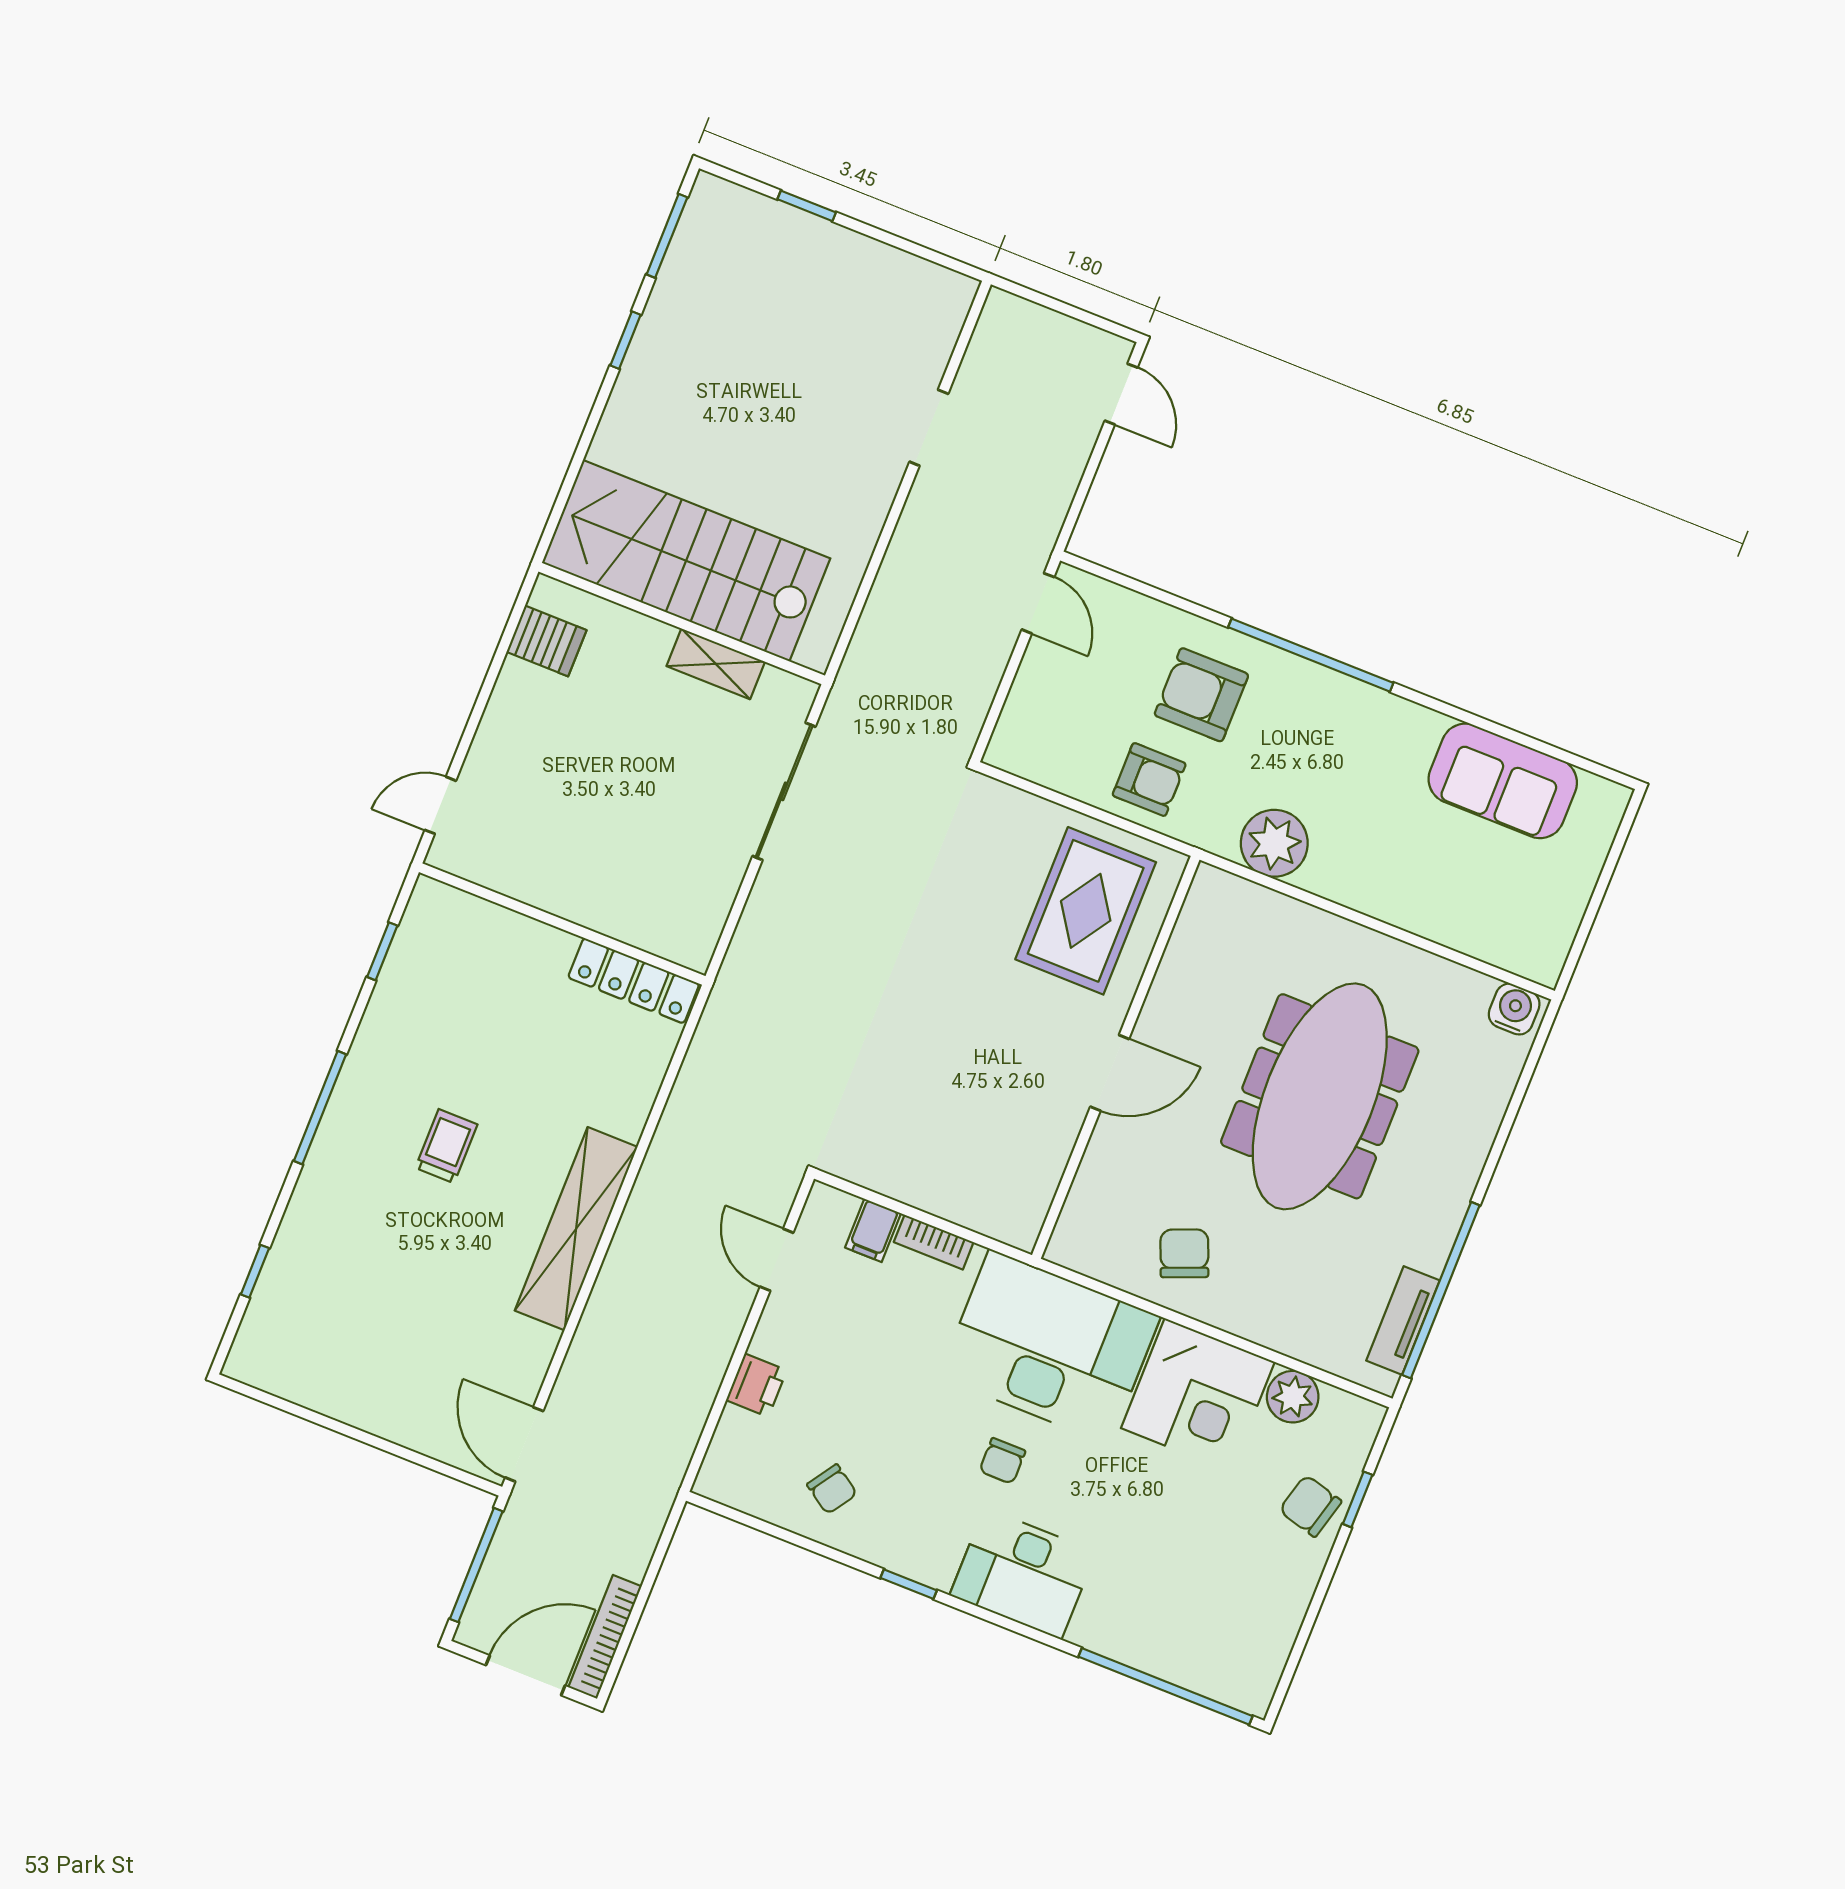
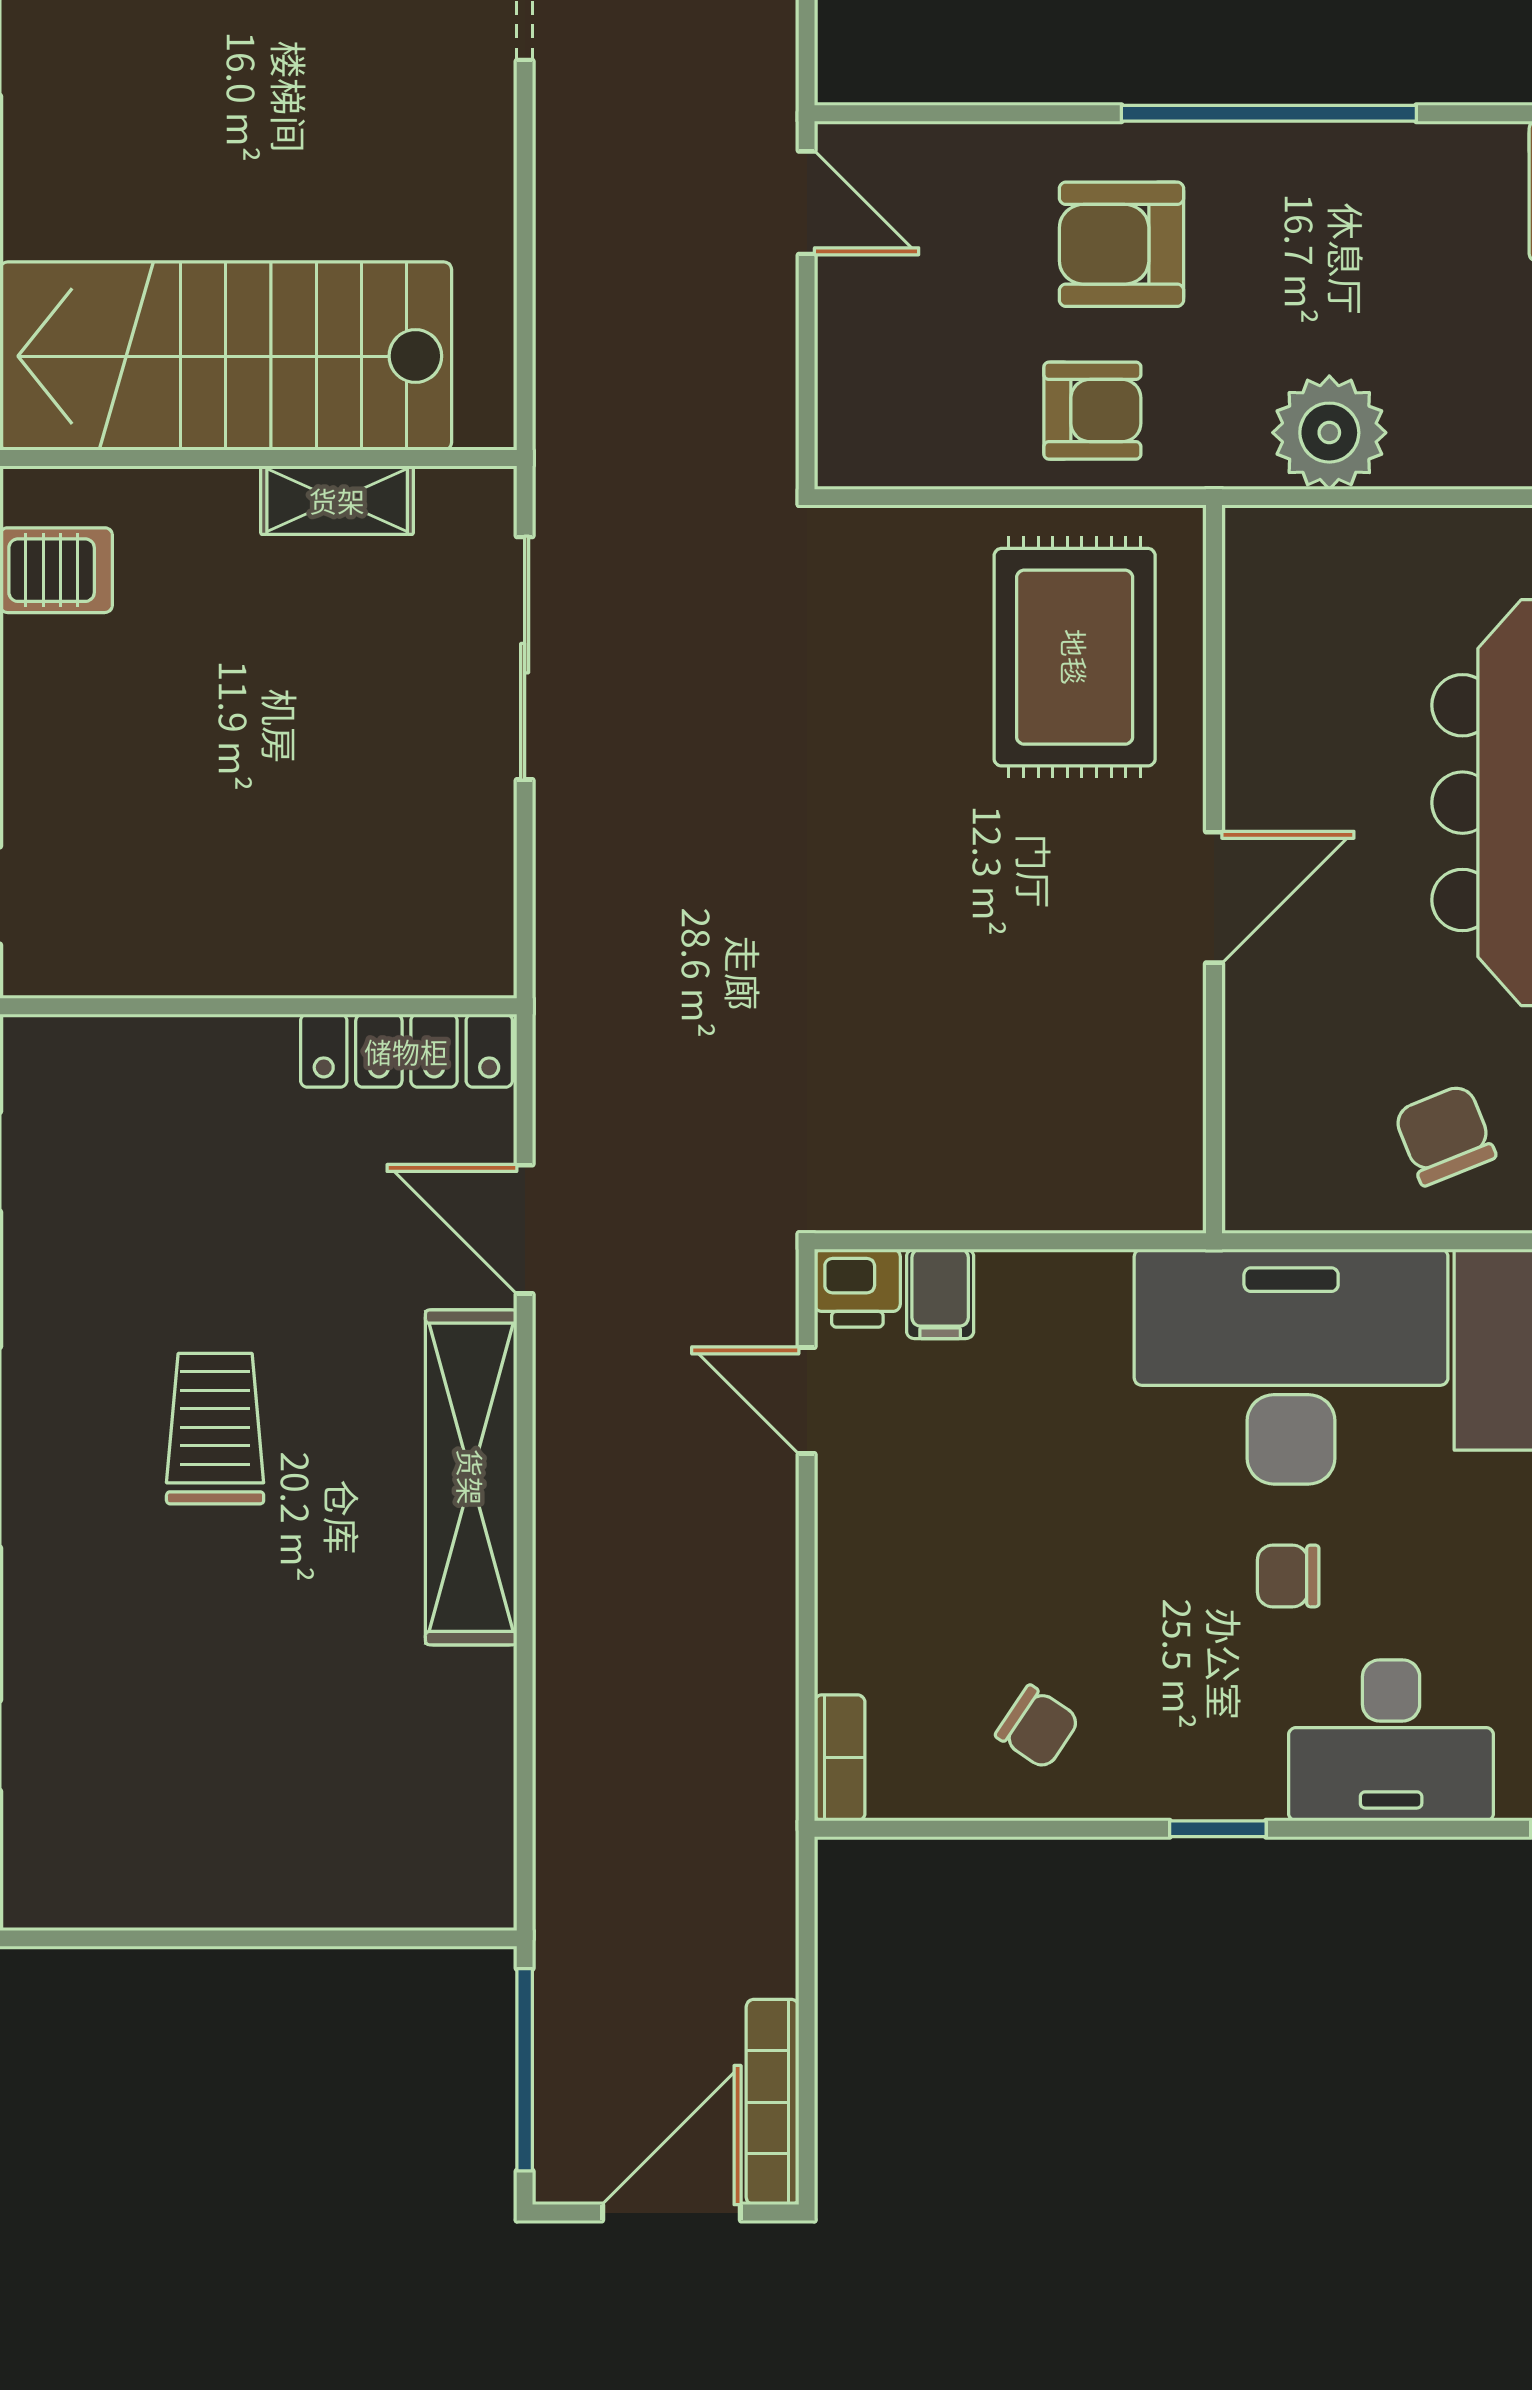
trolley: (446, 1146) -> (215, 1429), width x1.36, depth x1.39
bookcase: (934, 1242) -> (840, 1758), moved, turned -90
printer: (756, 1385) -> (857, 1288), moved, turned 90
door: (524, 1444) -> (525, 1229), moved
chair: (1002, 1461) -> (1288, 1576), turned 90

